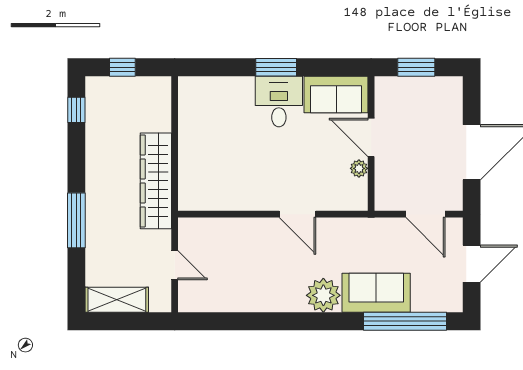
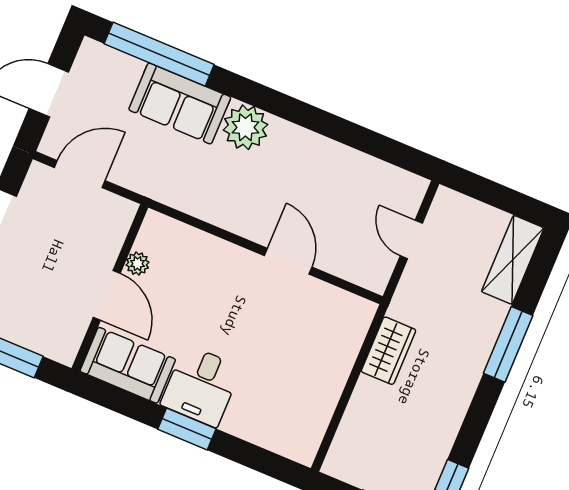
wardrobe: (156, 181) -> (388, 351), width x0.48, depth x0.85
door: (298, 214) -> (288, 261), moved
door: (425, 214) -> (80, 174), hinge flipped
shelving: (117, 300) -> (513, 260), moved, turned 90

